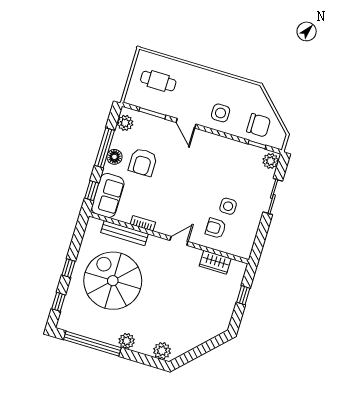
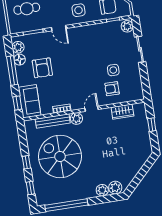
floor lamp: (114, 157) -> (20, 60), moved
plant: (155, 244) -> (76, 119), added
plant: (127, 341) -> (102, 190), moved

